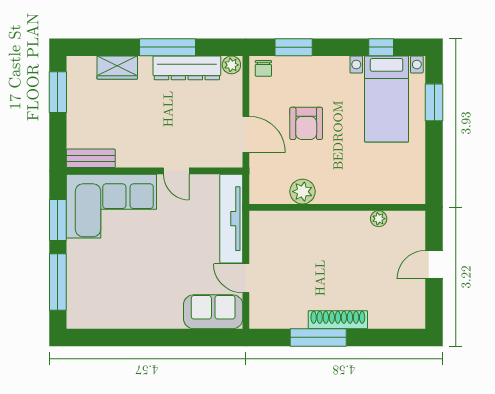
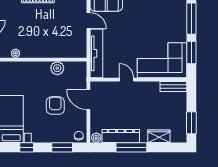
window: (381, 47) -> (27, 147), moved

